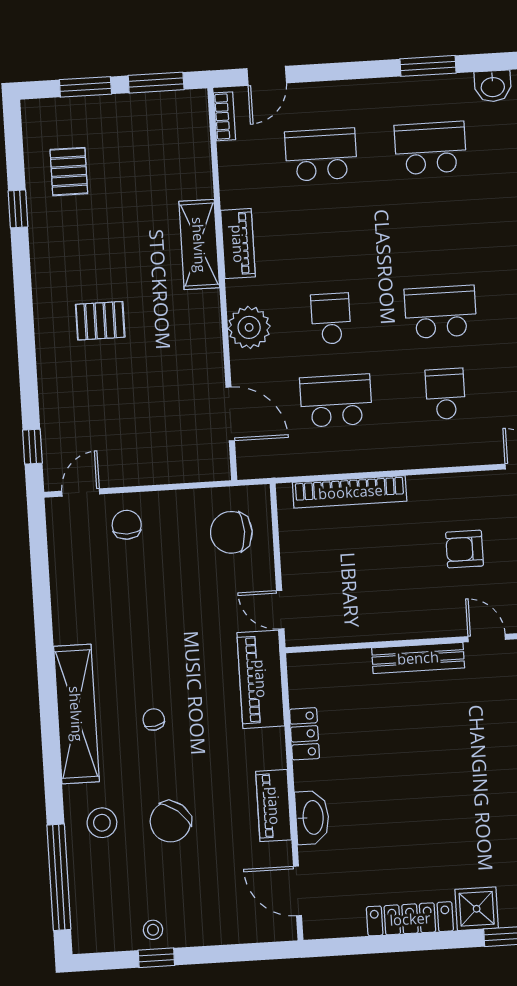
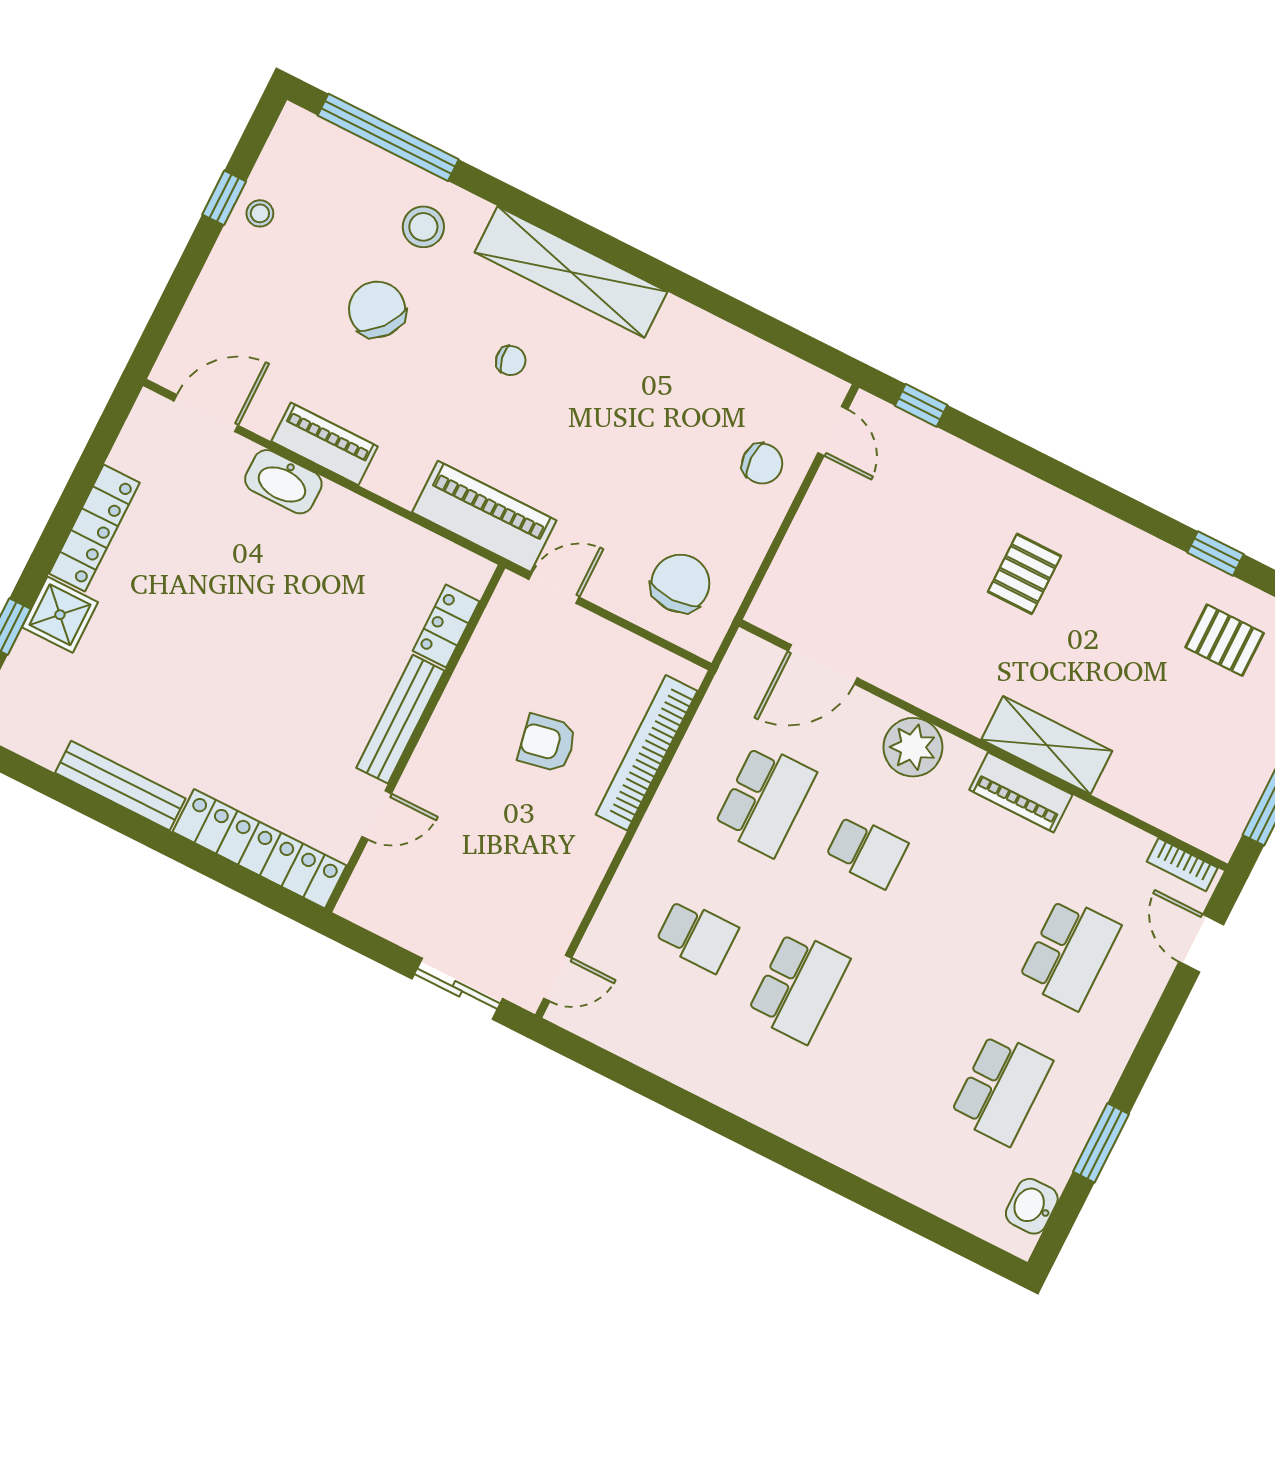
armchair: (465, 549) -> (547, 743), moved, turned -101
locker: (304, 734) -> (446, 626), moved, turned 90

